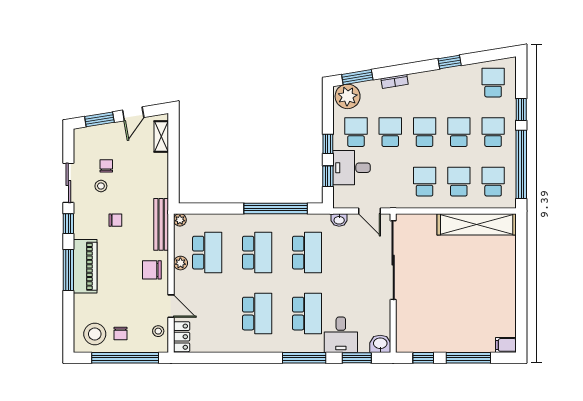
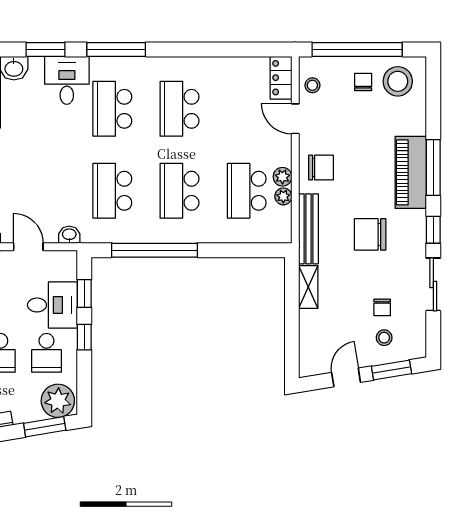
shelving: (161, 136) -> (308, 287), moved
stool: (101, 186) -> (384, 338), moved
chair: (115, 220) -> (370, 234), width x1.87, depth x1.87
plant: (180, 220) -> (283, 196), moved

